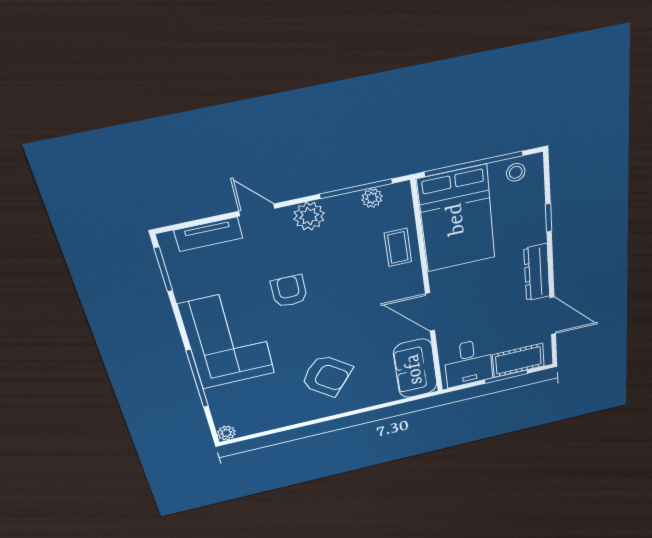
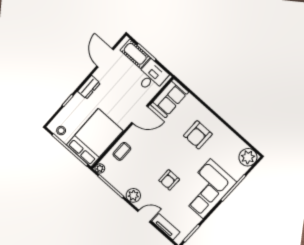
plant: (372, 198) -> (100, 168), moved
door: (257, 210) -> (144, 216), swing flipped
dresser: (537, 272) -> (89, 87), width x0.70
door: (430, 312) -> (140, 115), hinge flipped
armchair: (327, 376) -> (198, 135), turned -128
plant: (226, 433) -> (248, 157), width x1.88, depth x1.88

